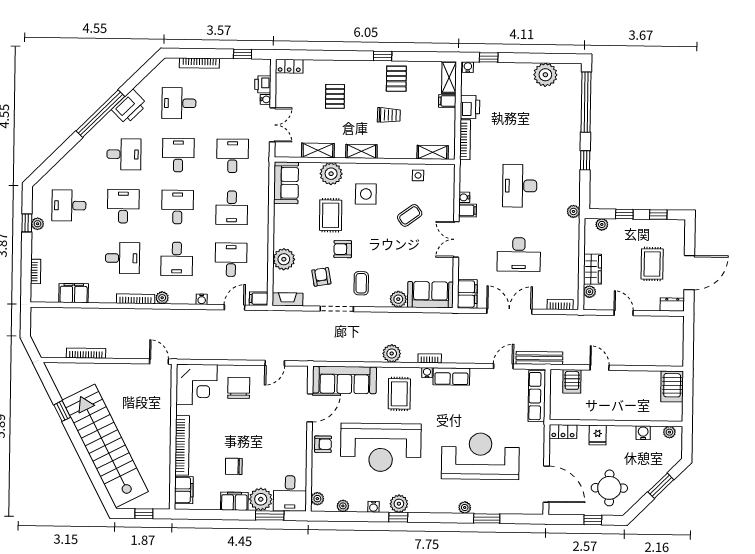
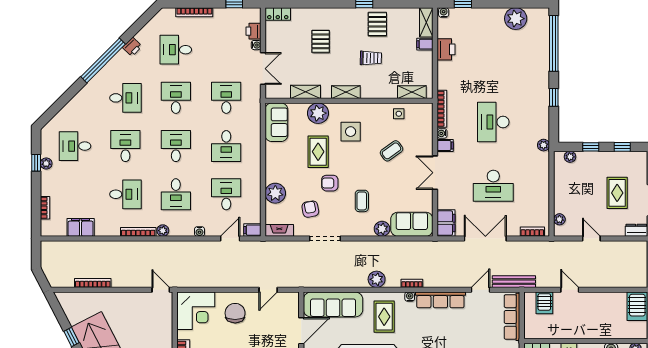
printer: (129, 107) -> (132, 47), width x0.53, depth x0.68
bookcase: (465, 140) -> (442, 109), moved
wardrobe: (592, 269) -> (562, 198), removed
coffee table: (361, 283) -> (362, 201), moved
row of seats: (451, 377) -> (440, 300), width x1.48

